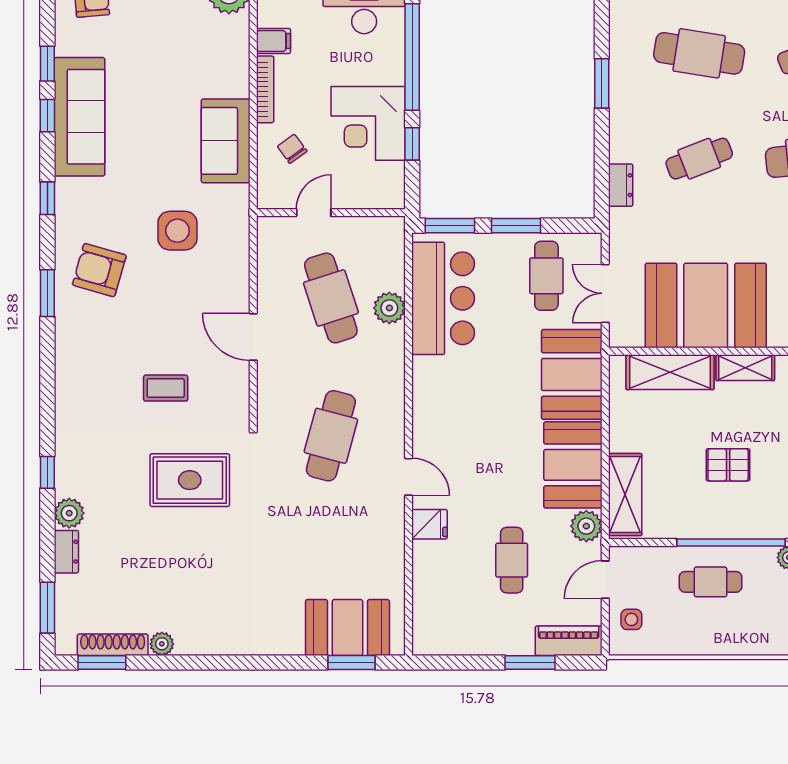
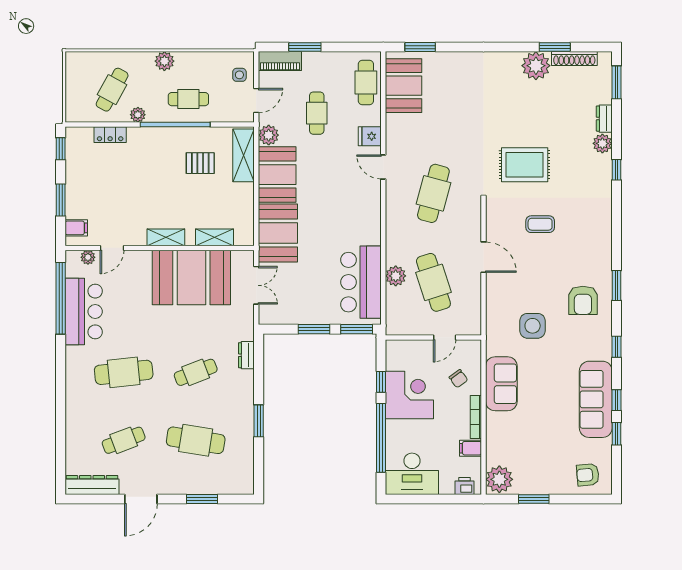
armchair: (99, 270) -> (583, 300), turned 74
cafe table: (546, 276) -> (366, 82), moved
shelving: (670, 372) -> (214, 237), width x0.67, depth x0.75
pallet: (728, 465) -> (200, 163), moved
booth: (347, 628) -> (404, 86), moved, turned 90
plant: (748, 641) -> (164, 61), added
plant: (162, 644) -> (536, 66), width x1.87, depth x1.87
window: (102, 662) -> (555, 47), moved

